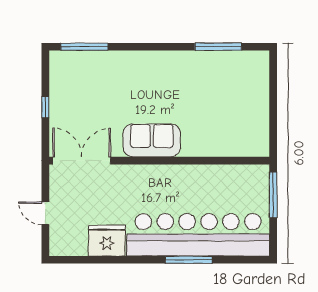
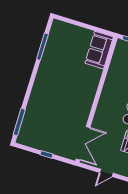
sofa: (152, 140) -> (99, 50), moved
double door: (82, 161) -> (83, 143), swing flipped

